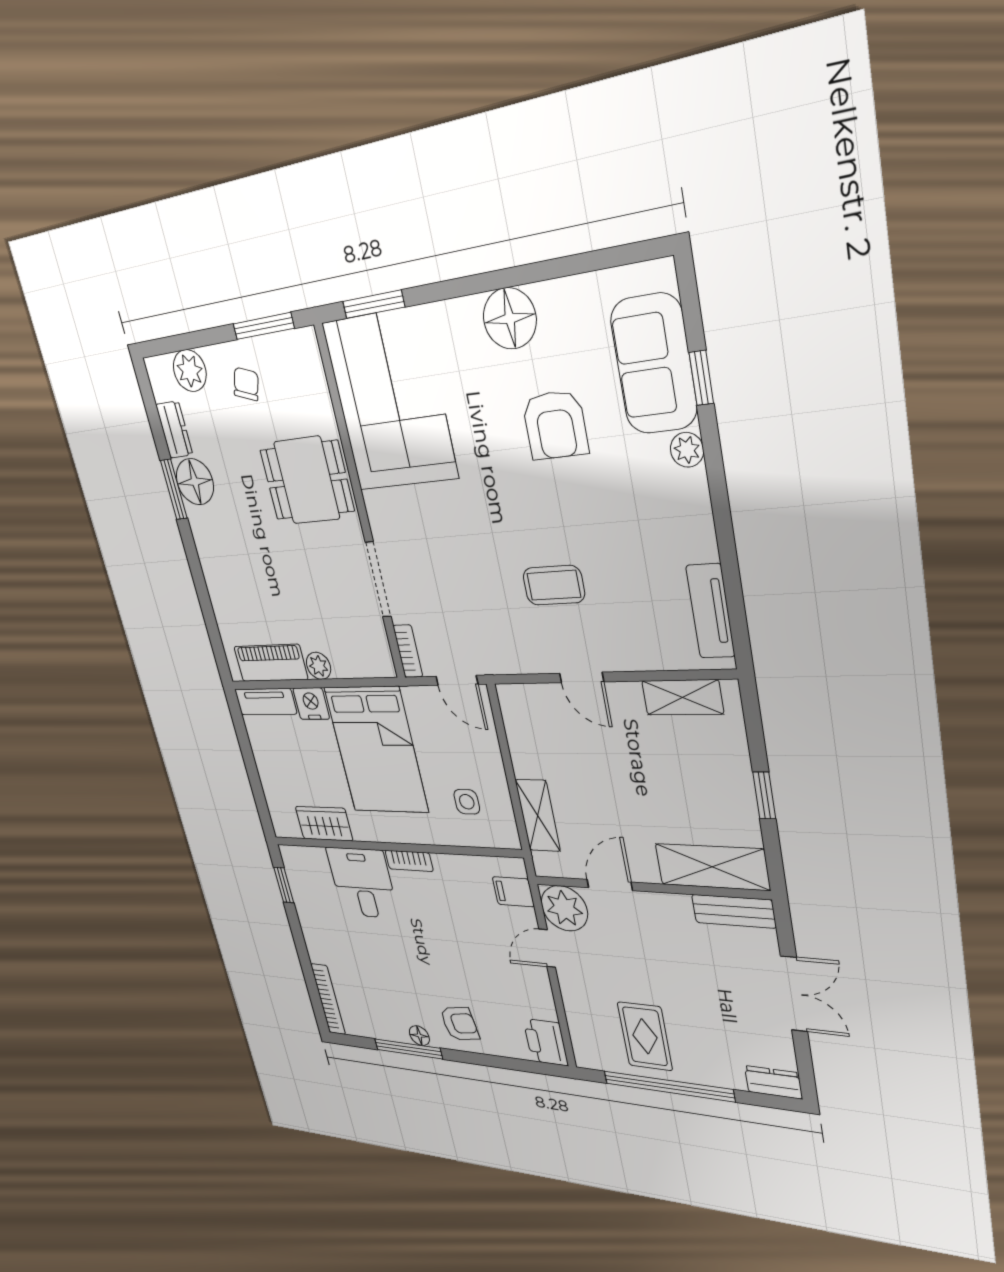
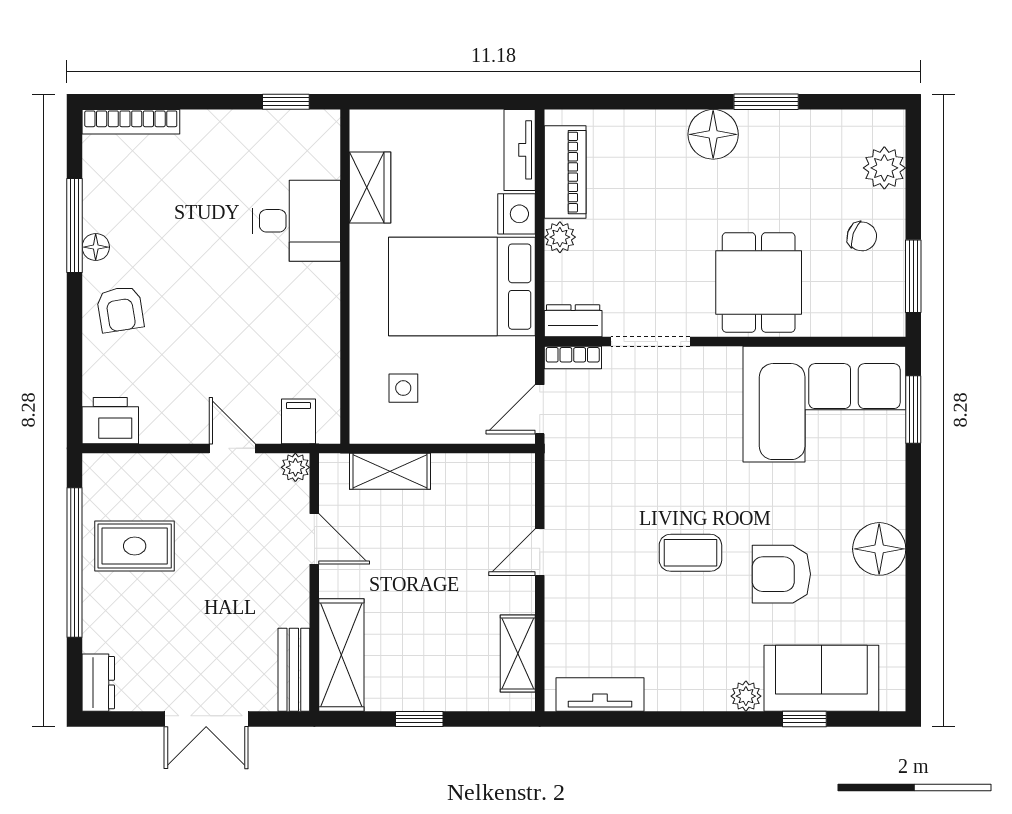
dresser: (174, 430) -> (573, 321), moved, turned 180
floor lamp: (195, 482) -> (713, 134), moved
coffee table: (554, 585) -> (690, 553), moved, turned 90
bookcase: (409, 861) -> (328, 294), removed
plant: (564, 908) -> (295, 467), width x0.53, depth x0.53

